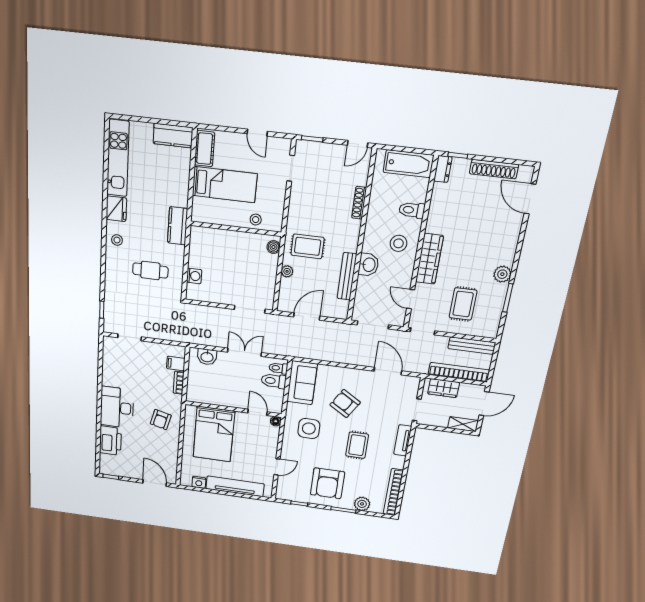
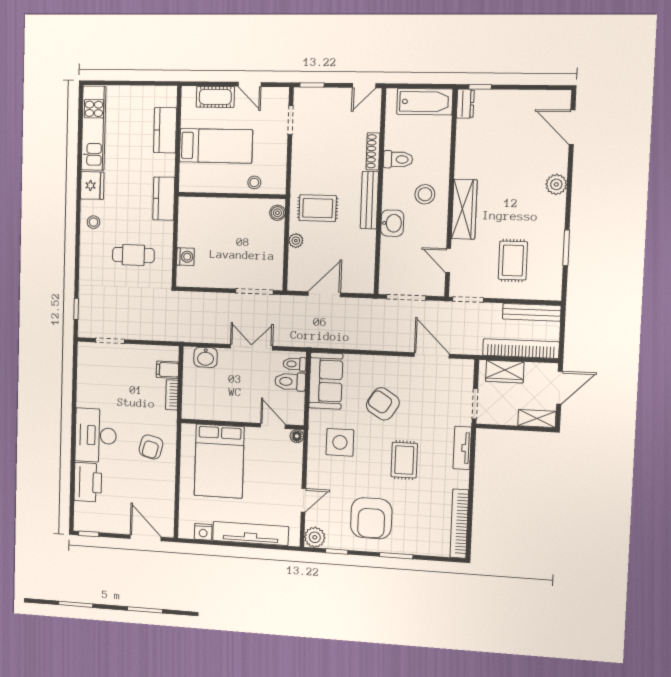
kitchen counter: (173, 136) -> (165, 130), moved, turned 90
cot: (205, 149) -> (215, 97), moved, turned 90
shoe rack: (494, 169) -> (524, 98), removed
toilet: (412, 210) -> (398, 159), moved, turned 180
plant: (502, 274) -> (556, 184), moved
bench: (347, 276) -> (369, 200), moved
plant: (362, 504) -> (315, 537), moved

